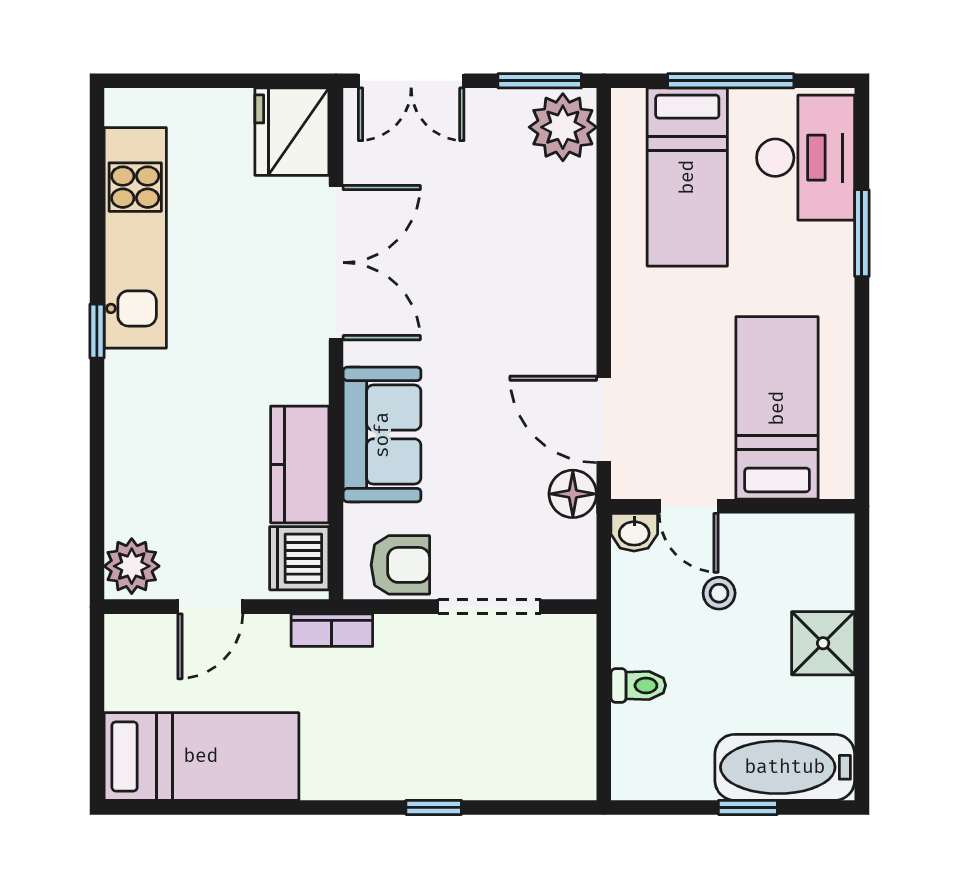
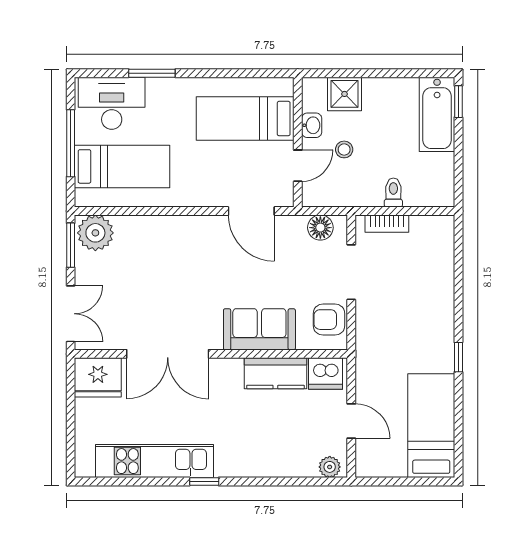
double door: (336, 263) -> (168, 354), swing flipped
door: (604, 419) -> (251, 211), hinge flipped
floor lamp: (573, 494) -> (320, 228), moved
washbasin: (634, 532) -> (312, 125), moved
armchair: (400, 565) -> (329, 320), turned -90
plant: (132, 566) -> (330, 467), width x0.73, depth x0.73
bookcase: (332, 630) -> (387, 224), moved, turned 90
shower: (823, 643) -> (345, 94), moved
window: (434, 807) -> (458, 357), moved
window: (748, 807) -> (458, 102), moved

